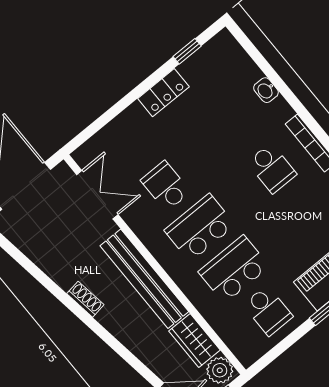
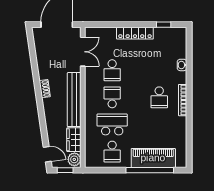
locker: (163, 93) -> (135, 33), width x1.53
school desk: (166, 186) -> (112, 70), turned 180
school desk: (200, 228) -> (112, 97), width x0.54

